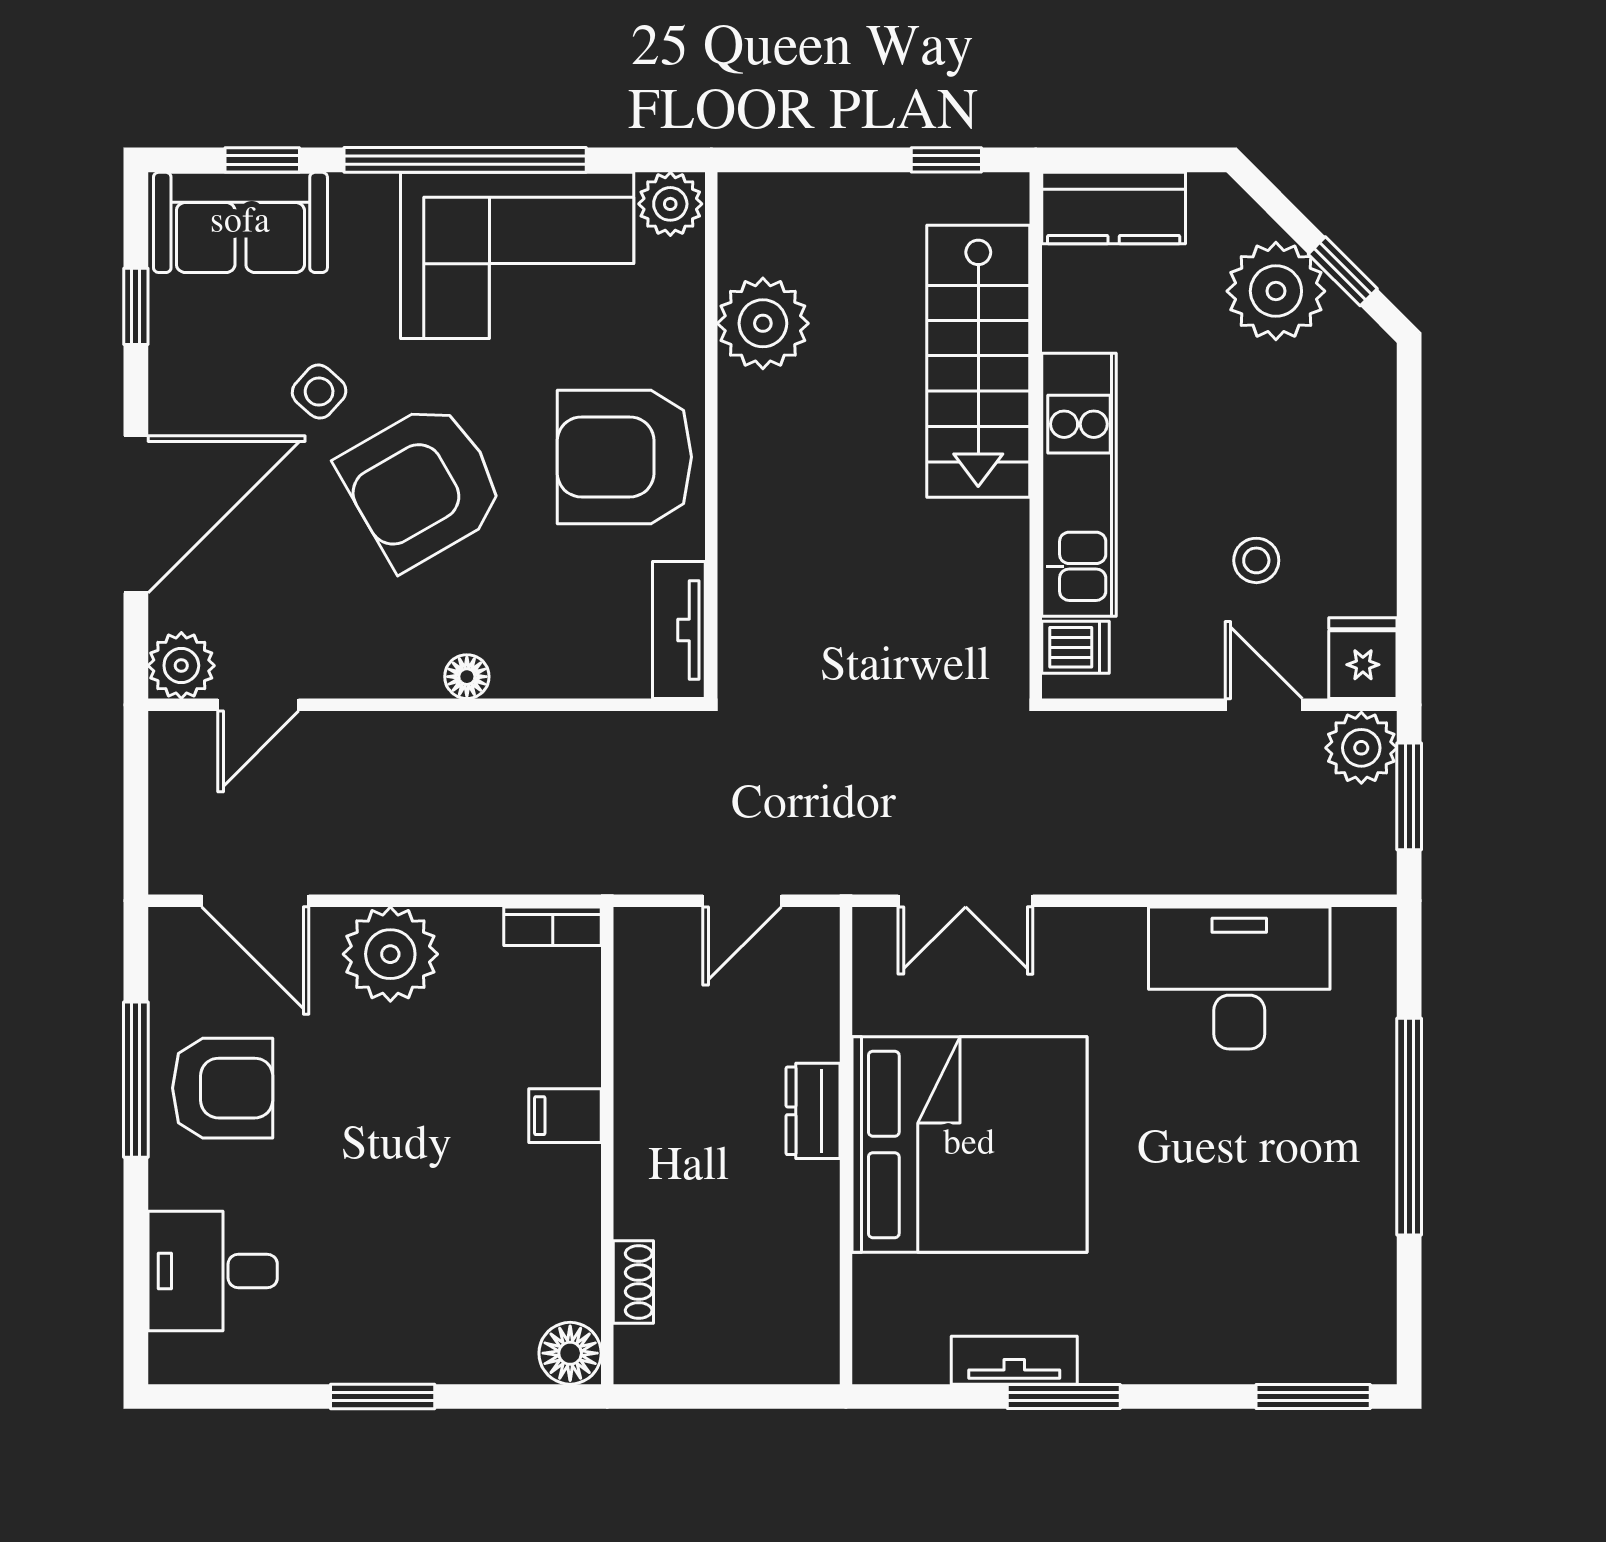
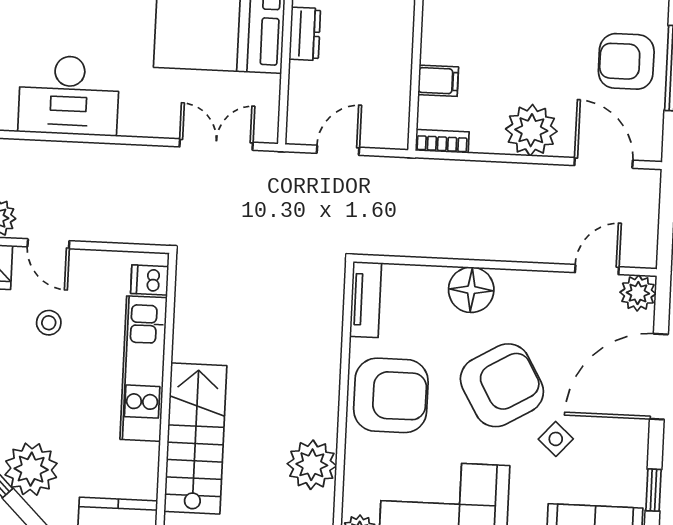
floor lamp: (467, 677) -> (471, 290), width x1.89, depth x1.89
filing cabinet: (565, 1116) -> (438, 81), moved

